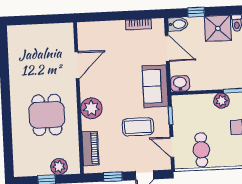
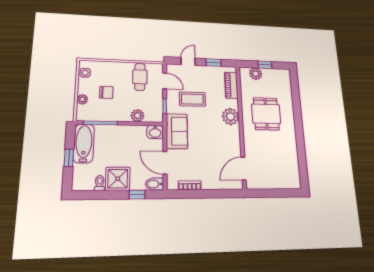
door: (77, 65) -> (244, 169), moved
plant: (221, 101) -> (137, 116), moved

